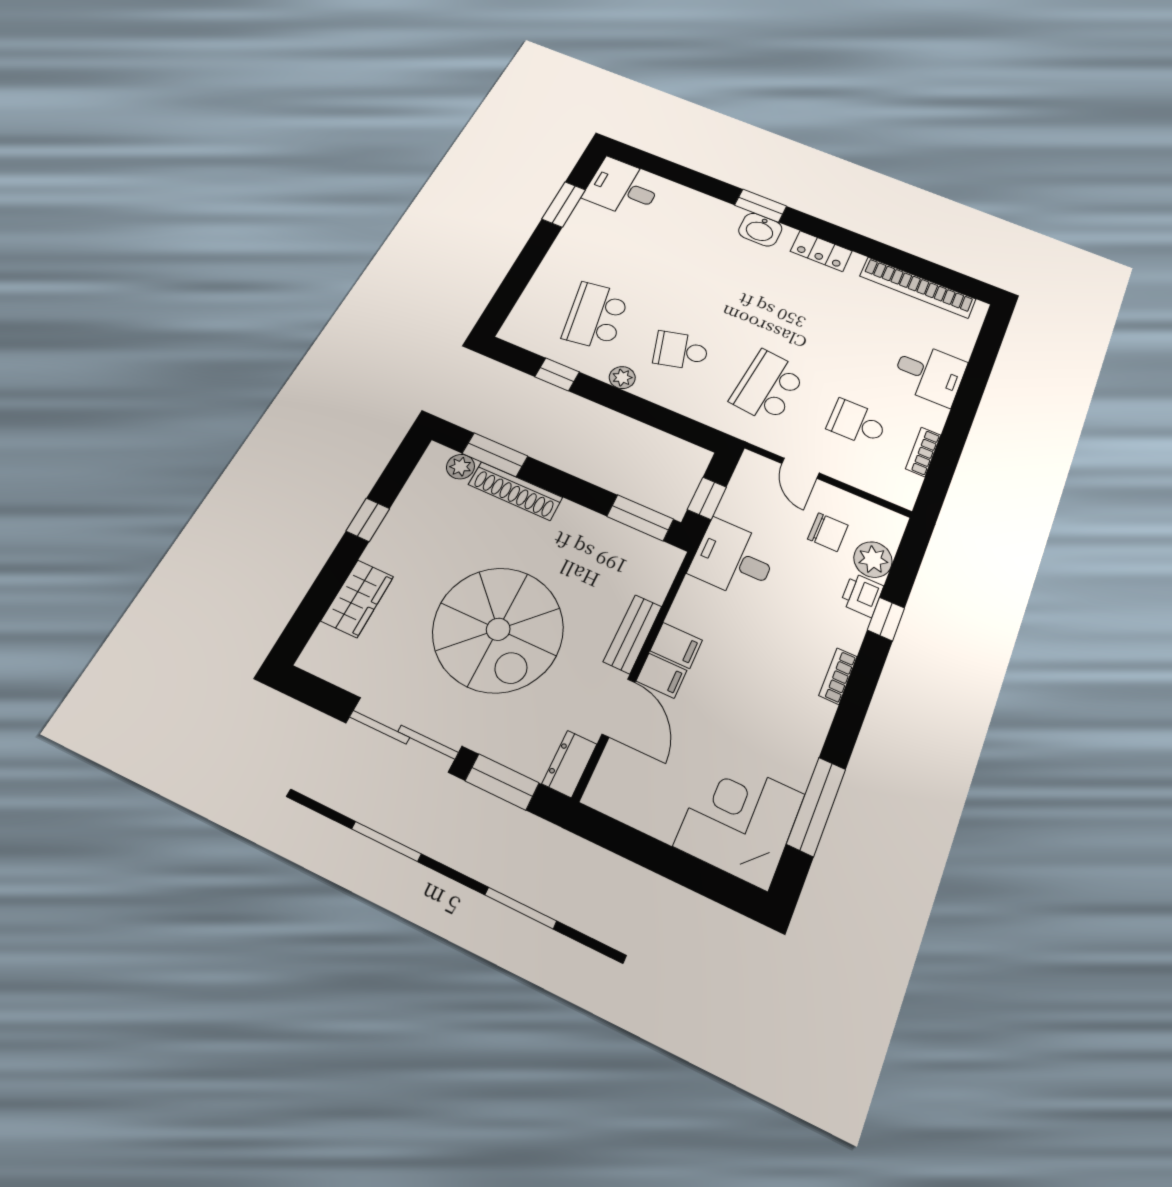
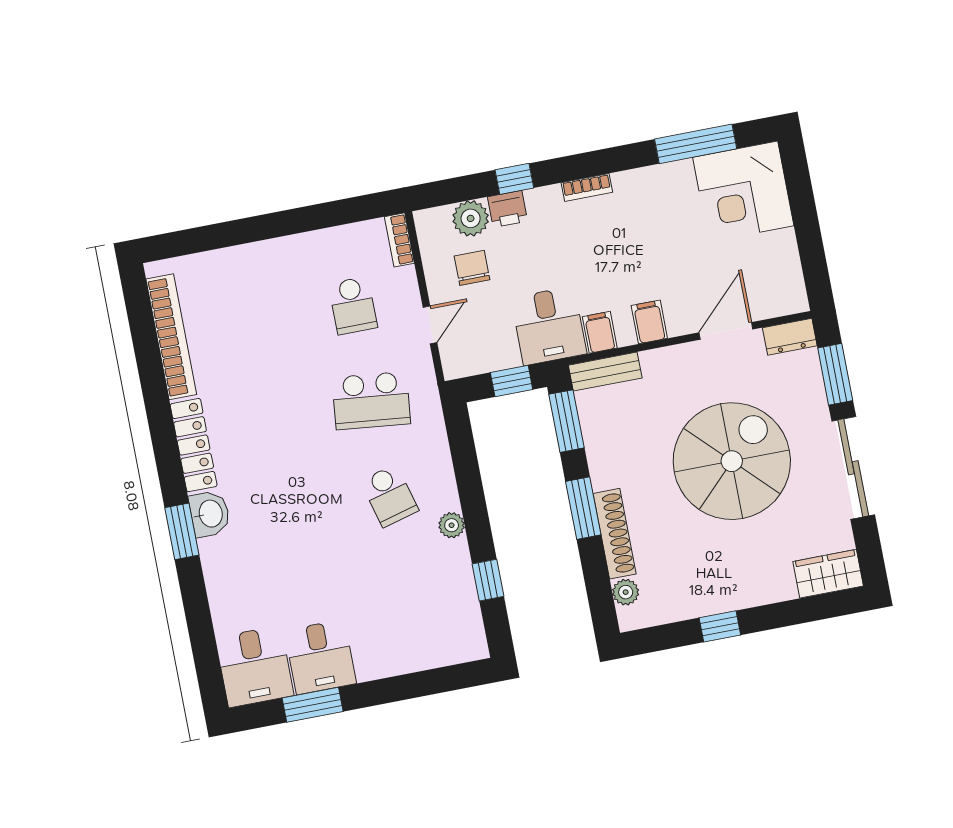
locker: (821, 251) -> (194, 445), width x1.53
school desk: (596, 316) -> (408, 591), removed
desk: (929, 373) -> (320, 657), moved, turned 180
bookcase: (923, 452) -> (399, 240), moved, turned 90
window: (495, 455) -> (583, 508), moved
wardrobe: (357, 599) -> (828, 574), moved
bench: (633, 634) -> (605, 372), moved
filing cabinet: (661, 676) -> (600, 332), moved

